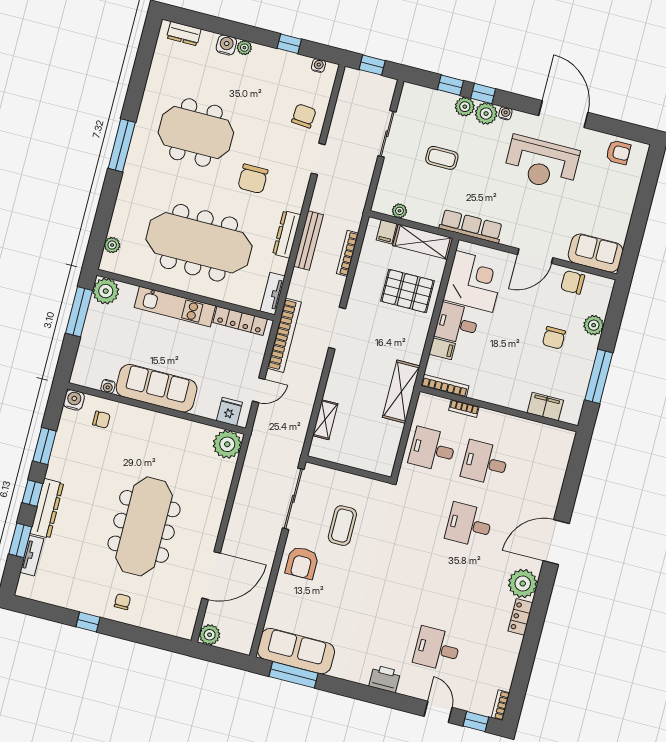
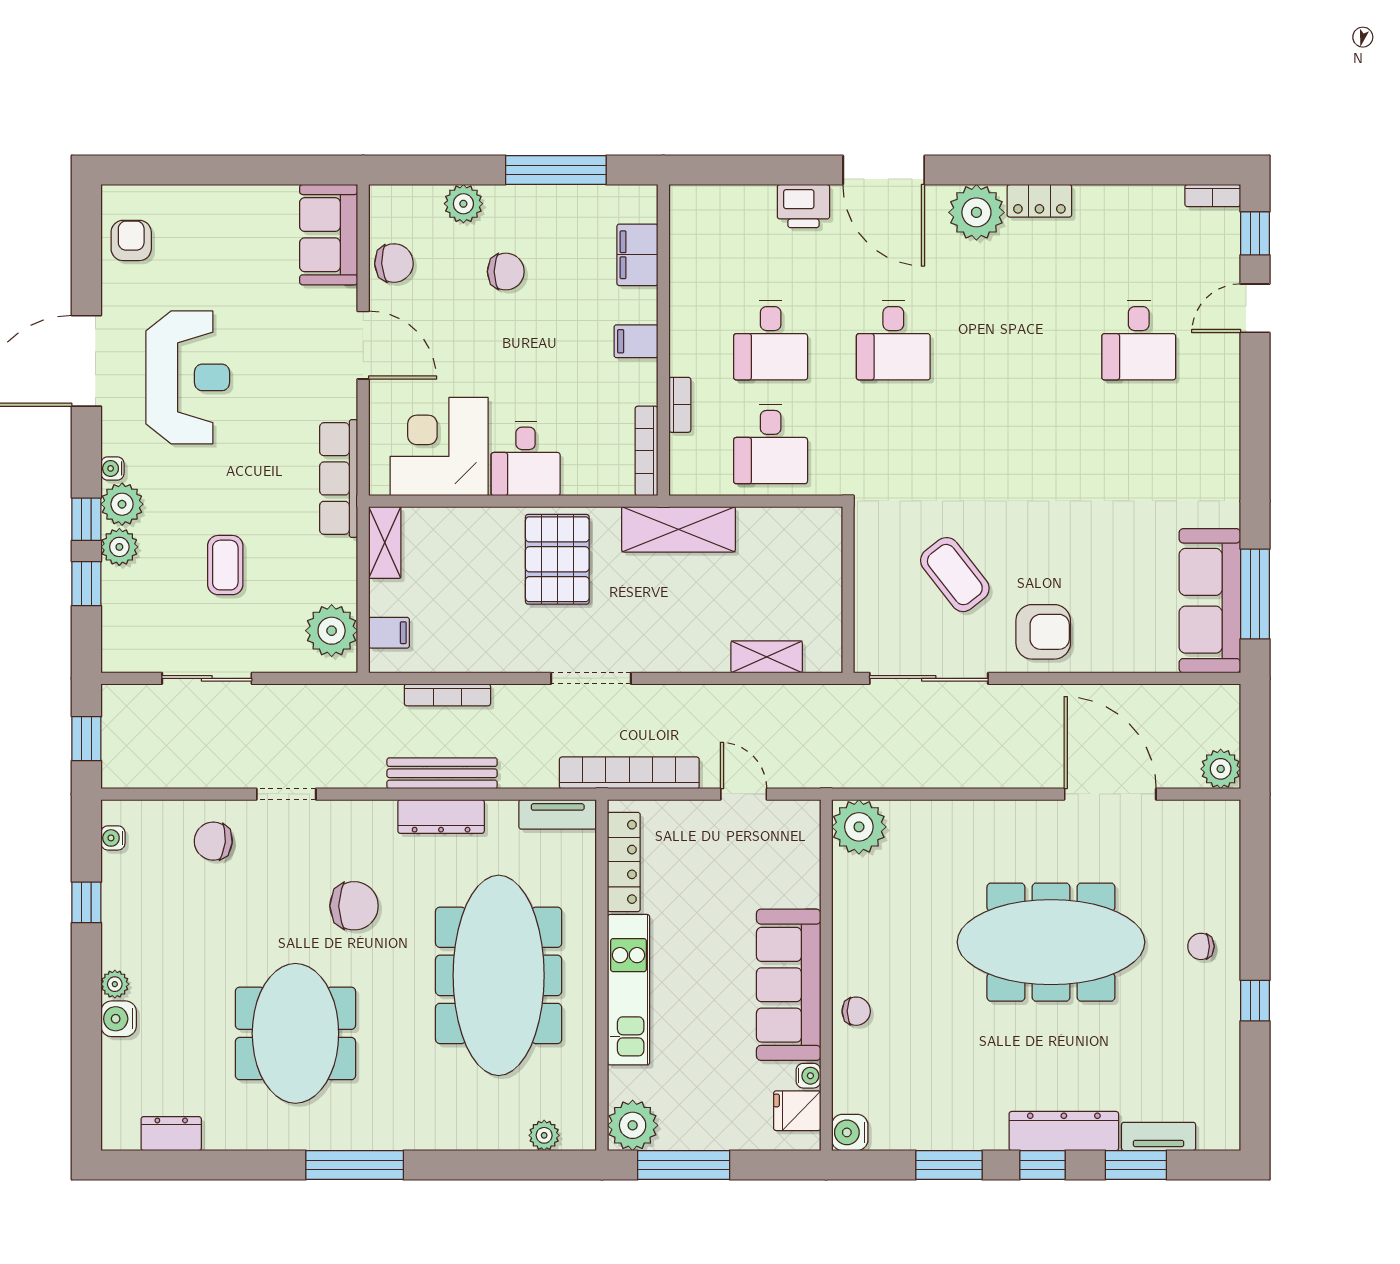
dresser: (184, 34) -> (171, 1134), moved, turned -90
plant: (399, 211) -> (332, 631), width x1.88, depth x1.88
shelving: (423, 242) -> (385, 542), width x0.67, depth x0.75
chair: (573, 282) -> (394, 263), turned -93
pallet: (407, 291) -> (557, 559), moved
filing cabinet: (442, 349) -> (636, 341), moved, turned -90
fridge: (229, 412) -> (797, 1111), moved
chair: (101, 420) -> (856, 1011), moved, turned 90
coffee table: (342, 526) -> (955, 575), turned 52
printer: (385, 679) -> (803, 206), moved, turned -90

